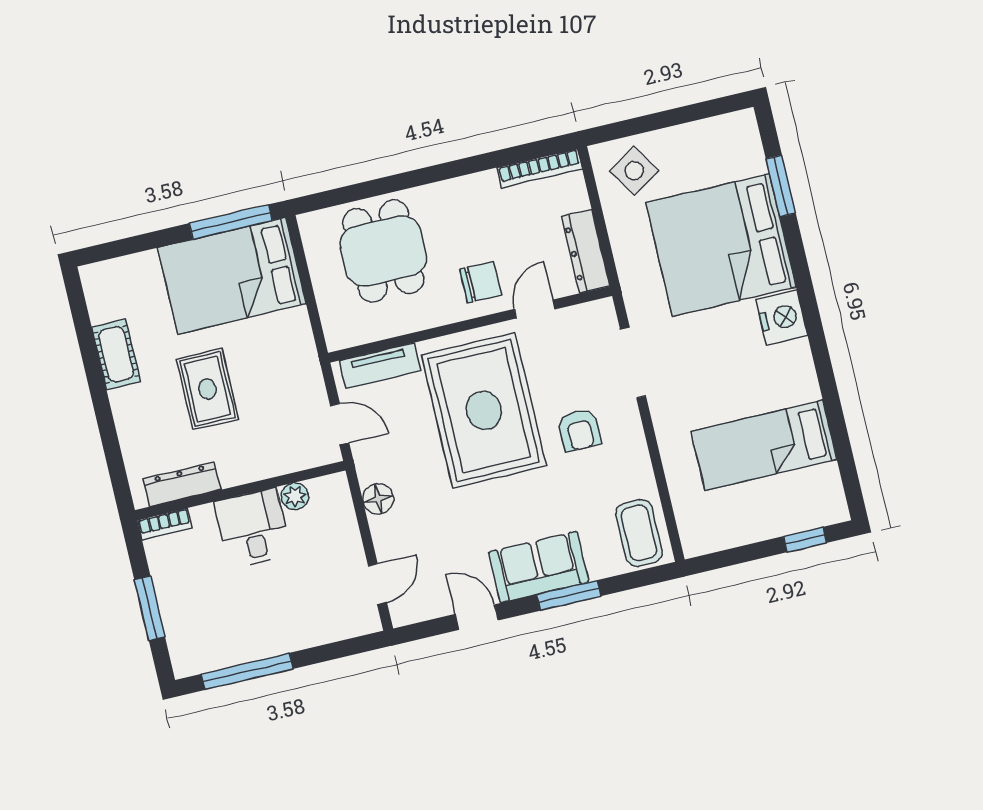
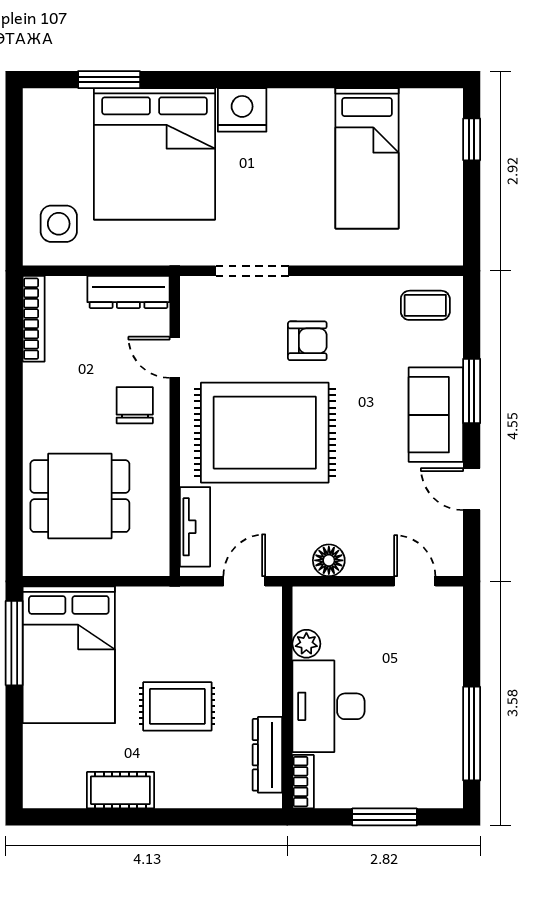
side table: (634, 171) -> (59, 224), turned 32
desk: (253, 528) -> (328, 706), width x1.37
coffee table: (639, 533) -> (425, 305), width x0.73, depth x0.77
door: (477, 617) -> (472, 489), hinge flipped

